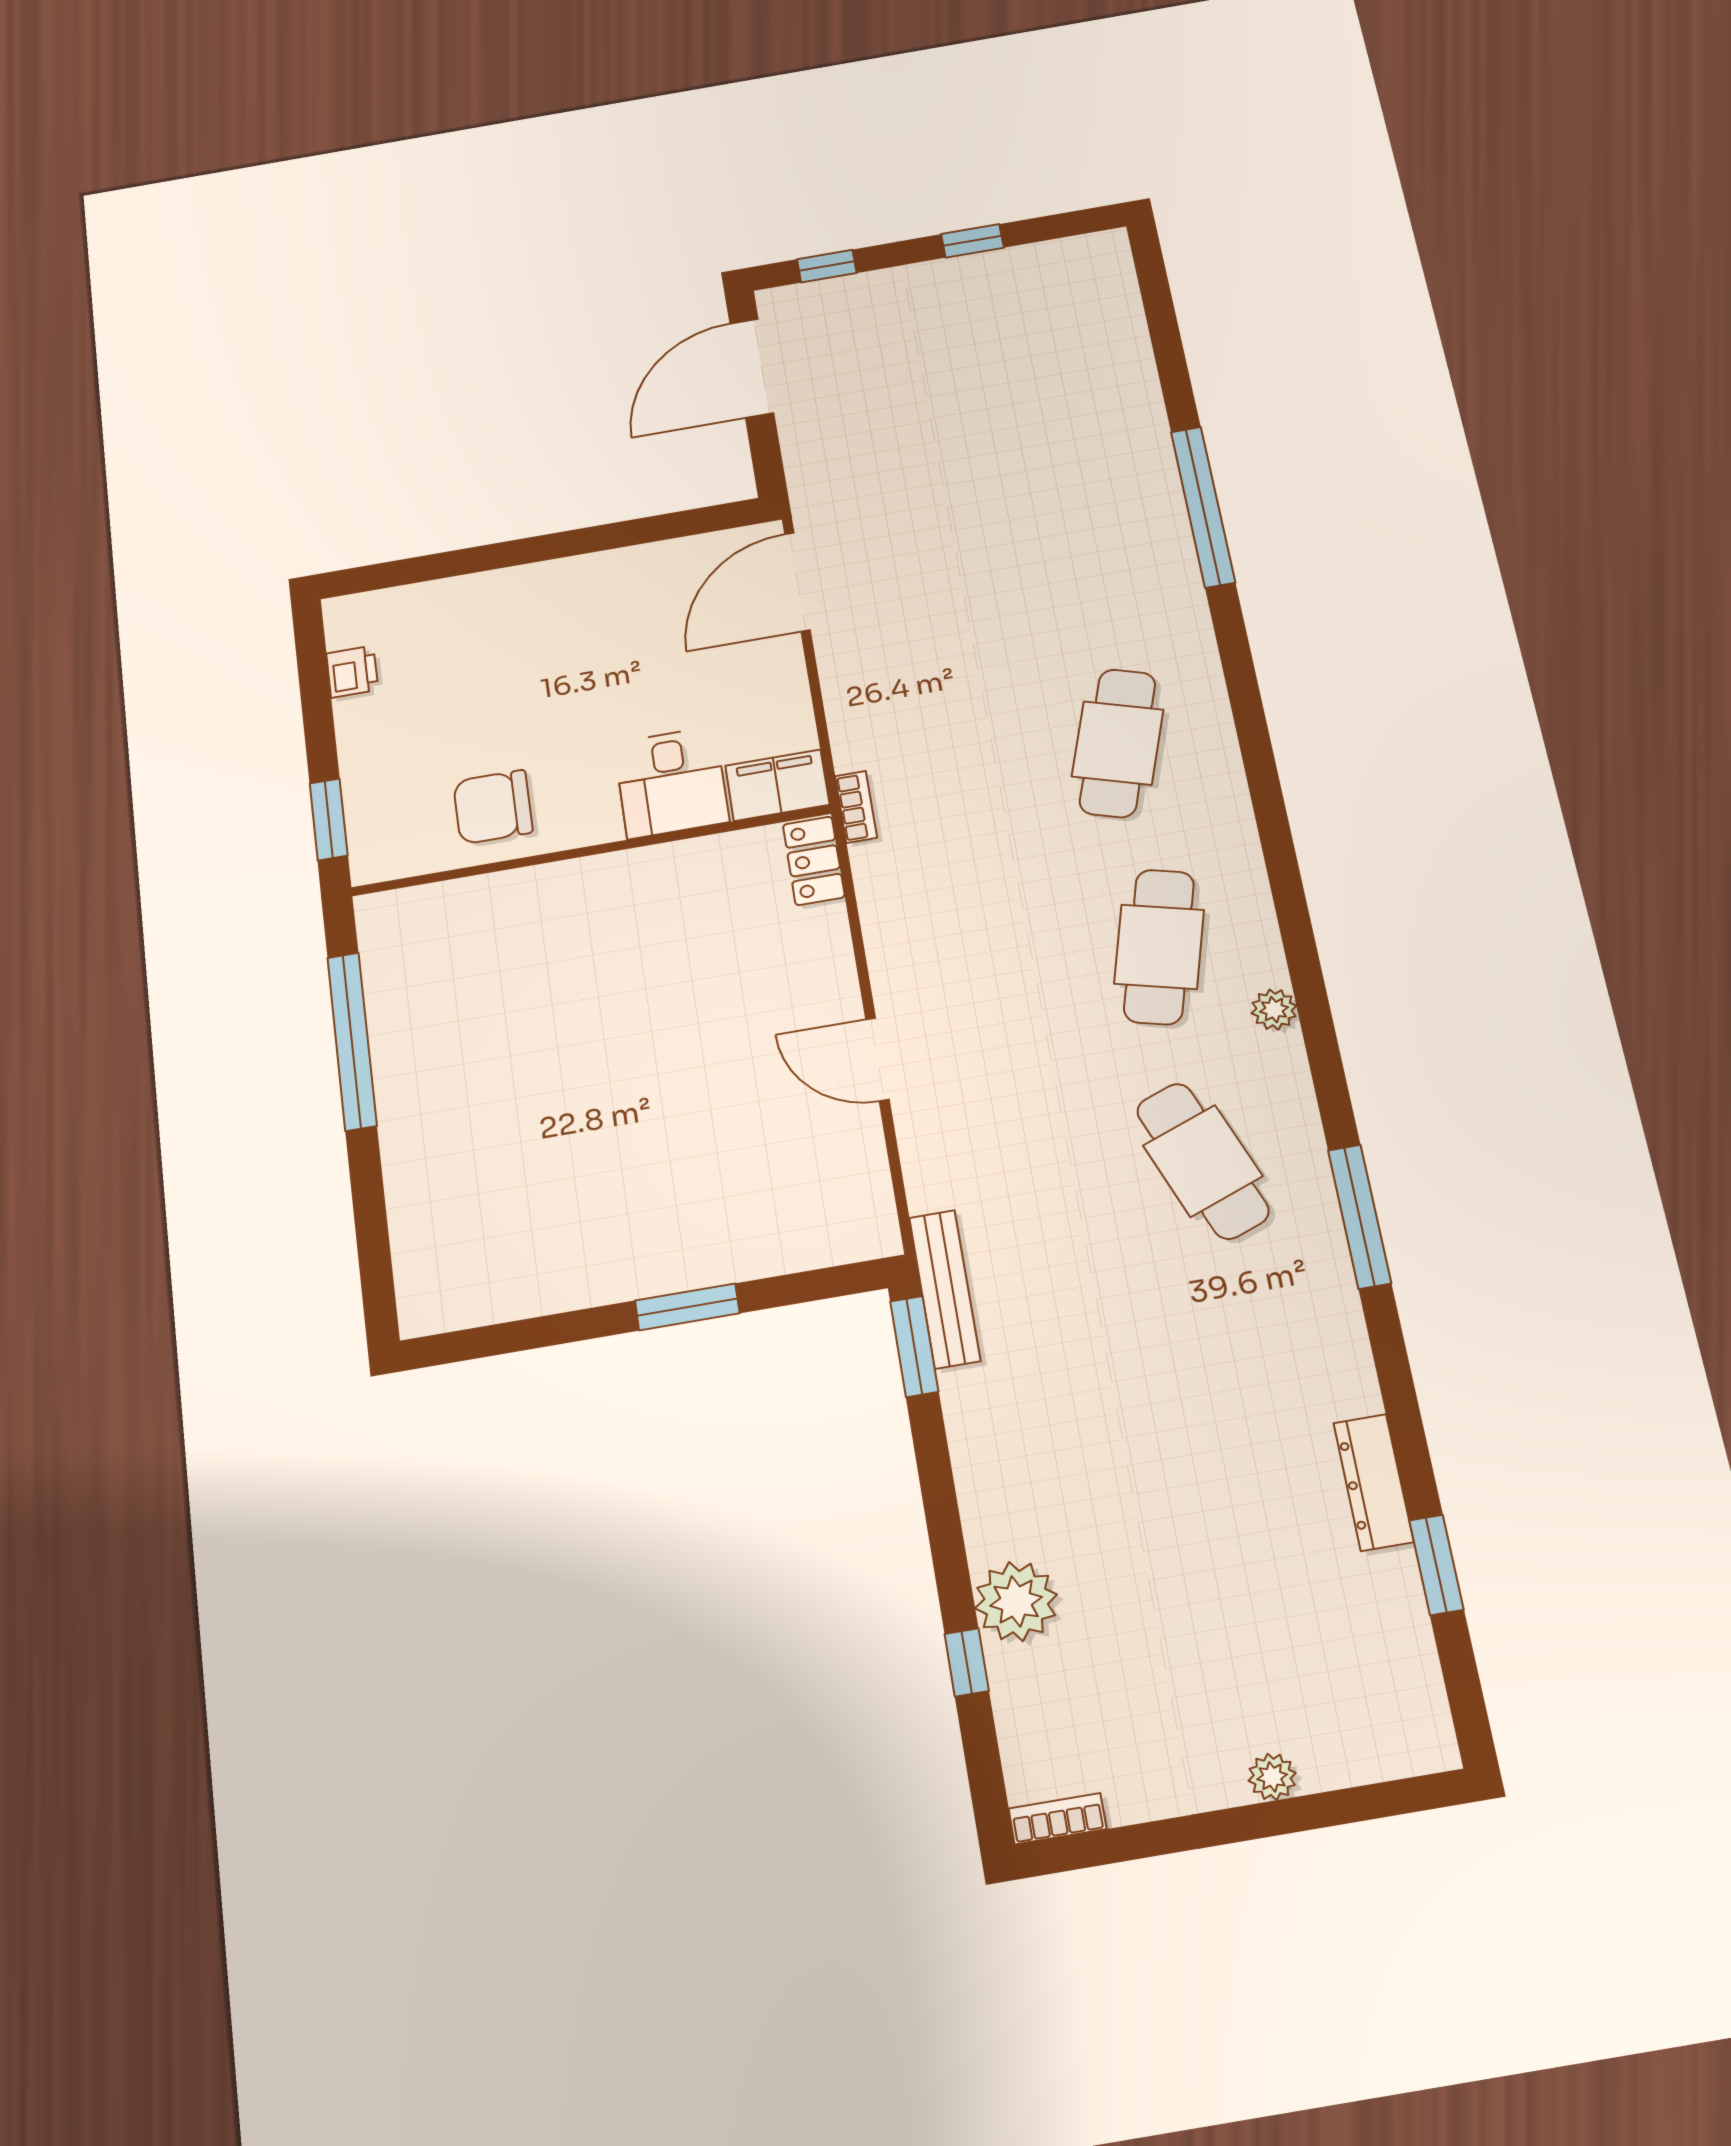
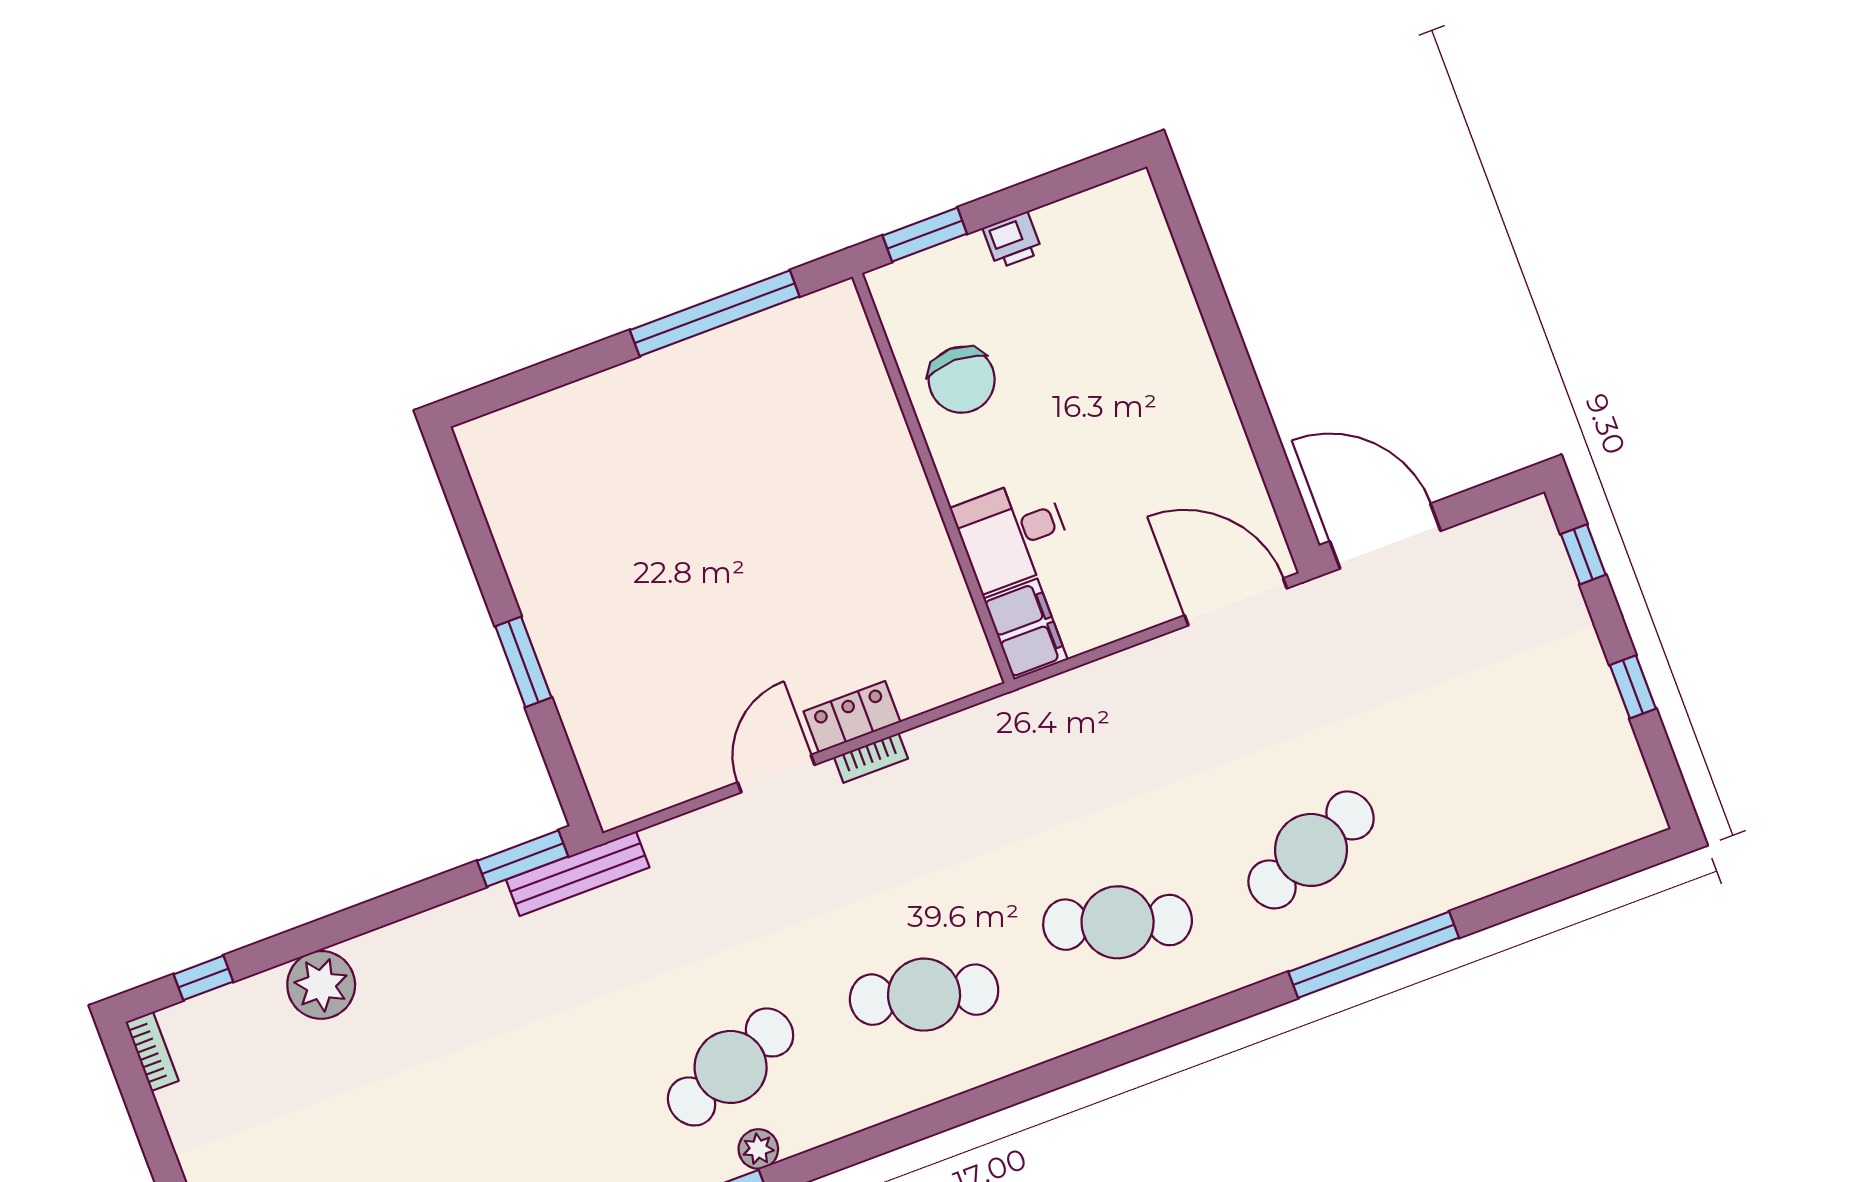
door: (752, 368) -> (1385, 536), moved
cafe table: (1078, 549) -> (1311, 850), added
printer: (352, 672) -> (1013, 240), moved
chair: (493, 807) -> (962, 380), turned 180
bookcase: (856, 807) -> (871, 758), moved
locker: (814, 861) -> (852, 717), moved
plant: (1274, 1010) -> (758, 1149), moved
window: (967, 1662) -> (203, 978), moved

